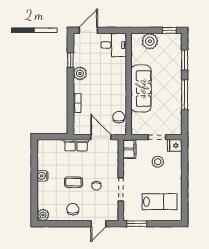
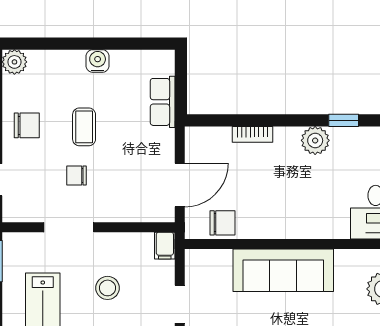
row of seats: (76, 145) -> (163, 102), moved
filing cabinet: (129, 149) -> (165, 246), width x0.50
stool: (158, 162) -> (108, 288), moved

